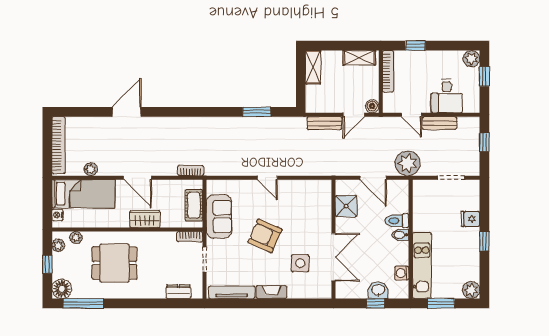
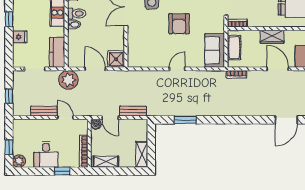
desk: (447, 96) -> (46, 154), moved, turned 180
door: (354, 115) -> (110, 118), swing flipped
door: (267, 178) -> (177, 69), hinge flipped
kitchen counter: (422, 199) -> (57, 52), added
shower: (346, 206) -> (116, 59), moved
sofa: (219, 217) -> (215, 50), moved
toilet: (397, 221) -> (77, 14), moved
armchair: (265, 236) -> (179, 24), turned 66

